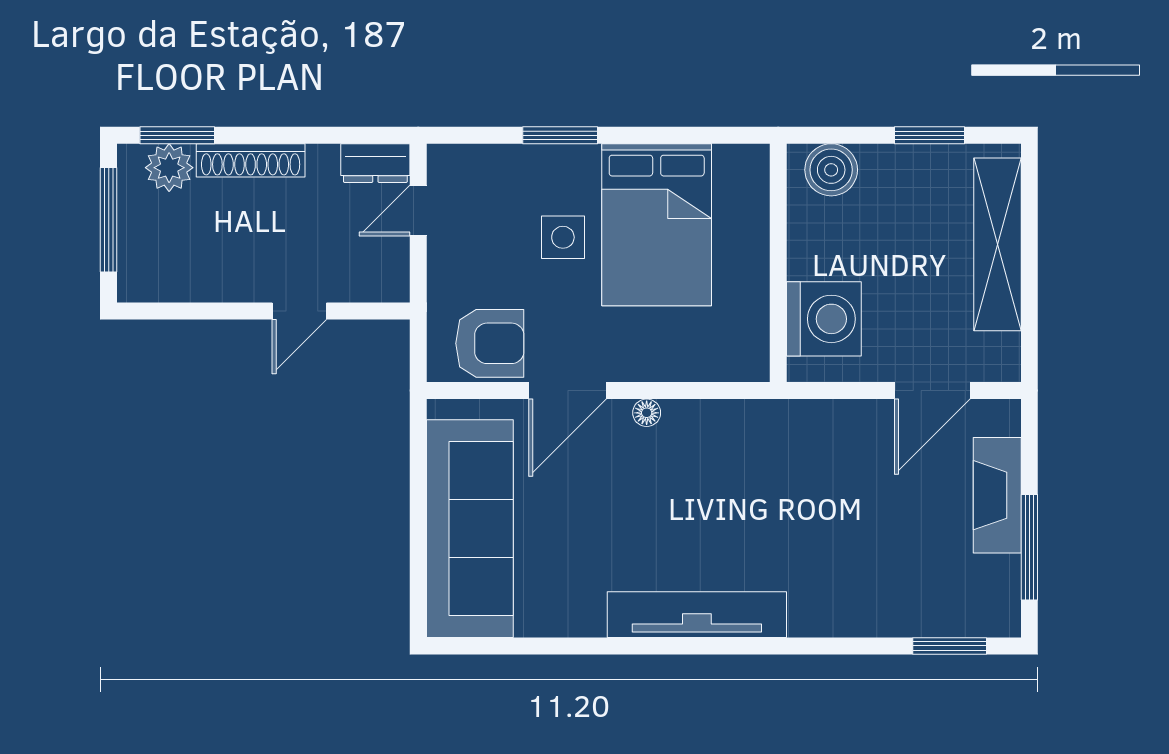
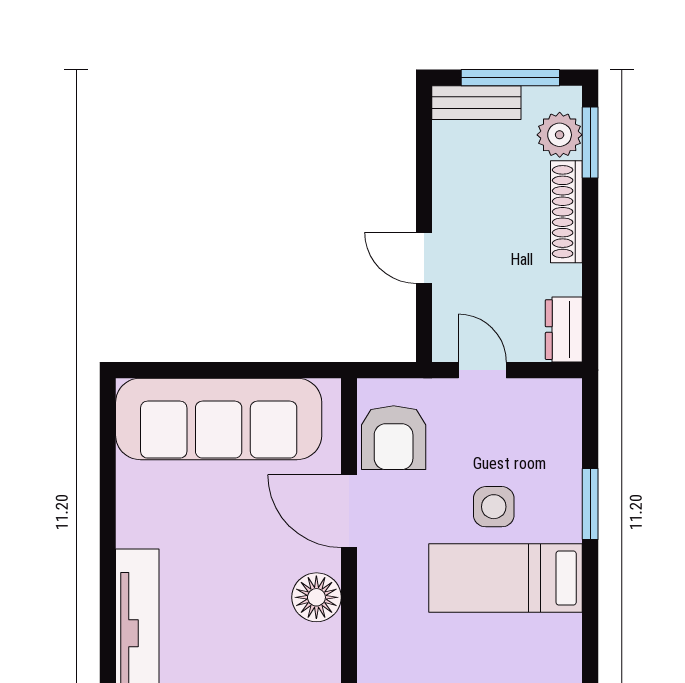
door: (418, 210) -> (482, 370), moved
bed: (657, 225) -> (506, 578), width x0.67
bench: (135, 256) -> (476, 103), added
floor lamp: (647, 413) -> (316, 597), width x1.89, depth x1.89

